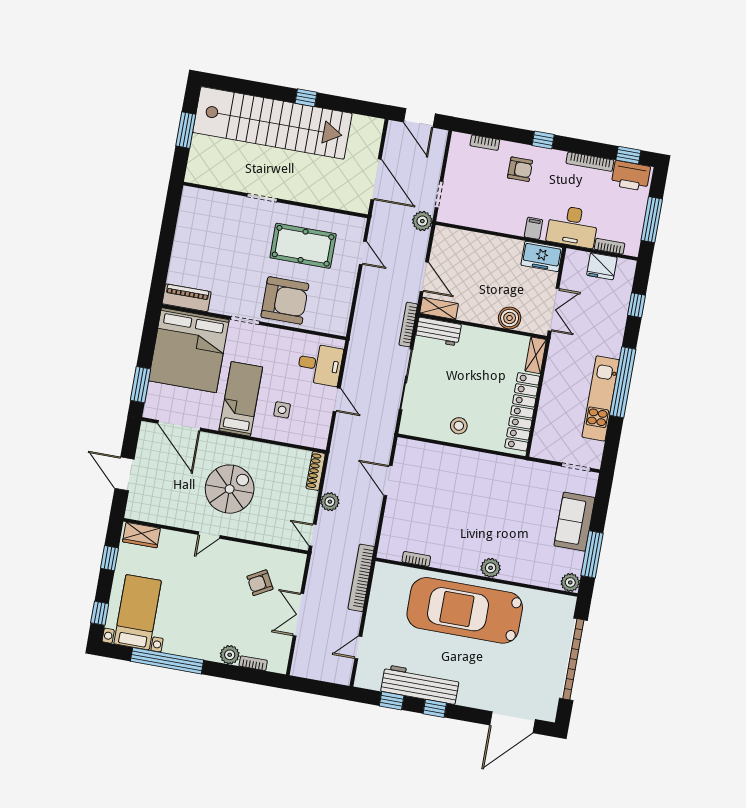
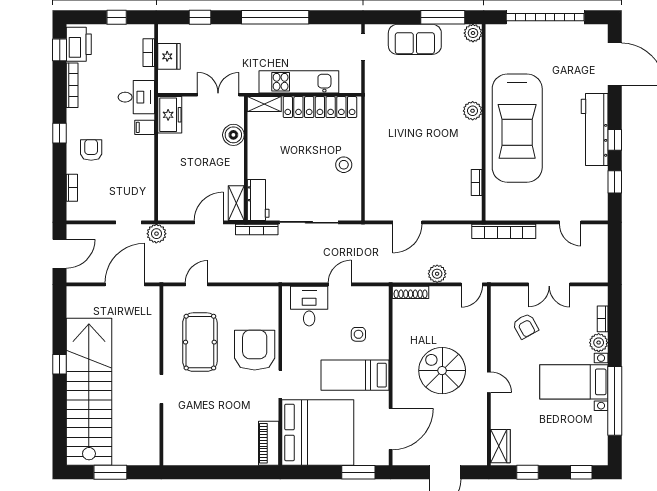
window: (652, 220) -> (117, 17), width x0.46
desk: (572, 226) -> (136, 97), width x0.73
kitchen unit: (601, 398) -> (299, 82), moved, turned 180
bed with nightstands: (138, 612) -> (574, 382), moved
workbench: (420, 685) -> (595, 129), moved

